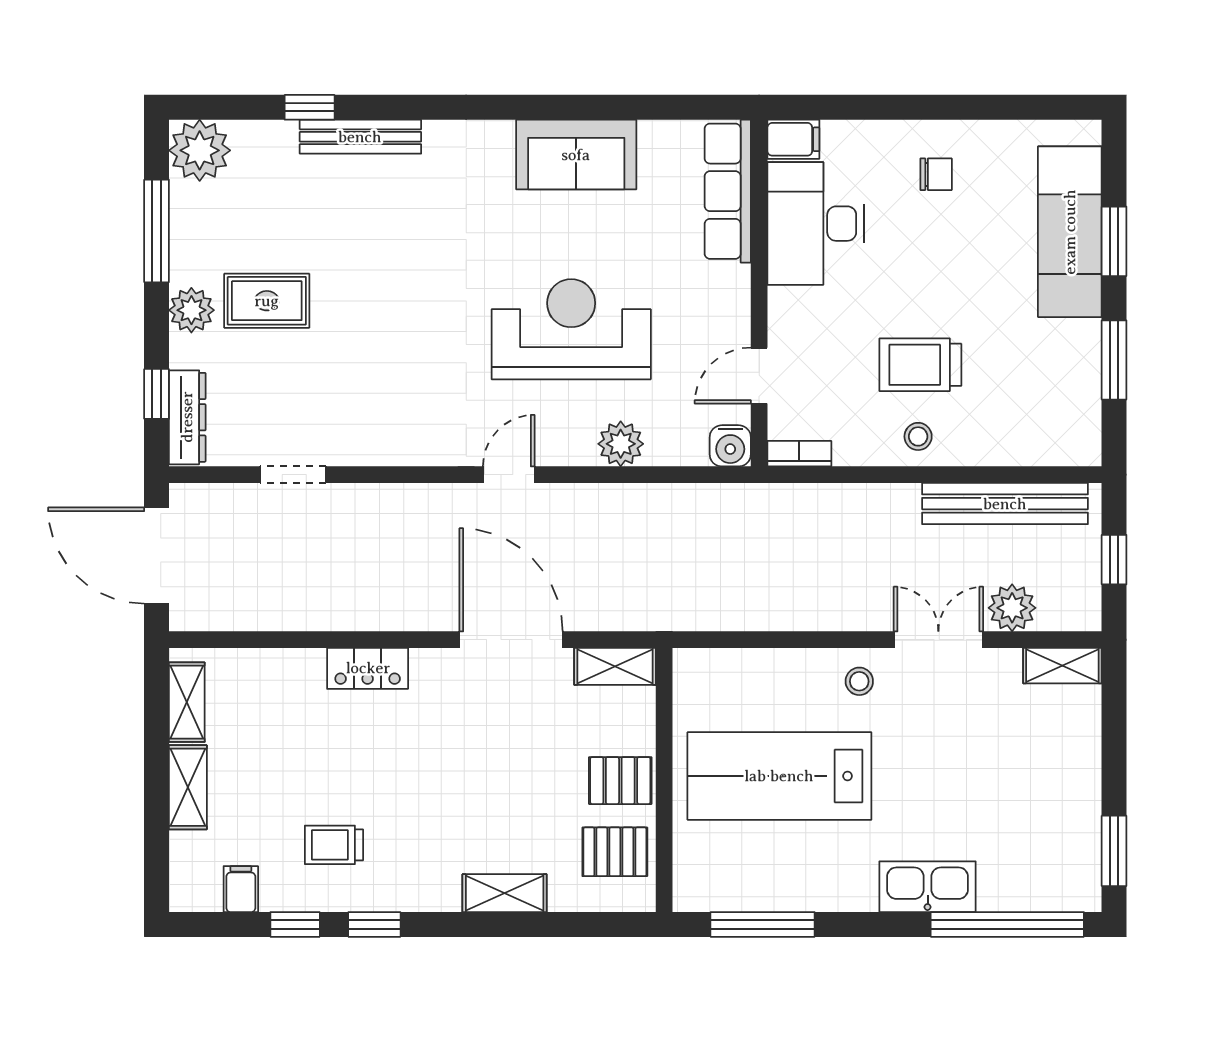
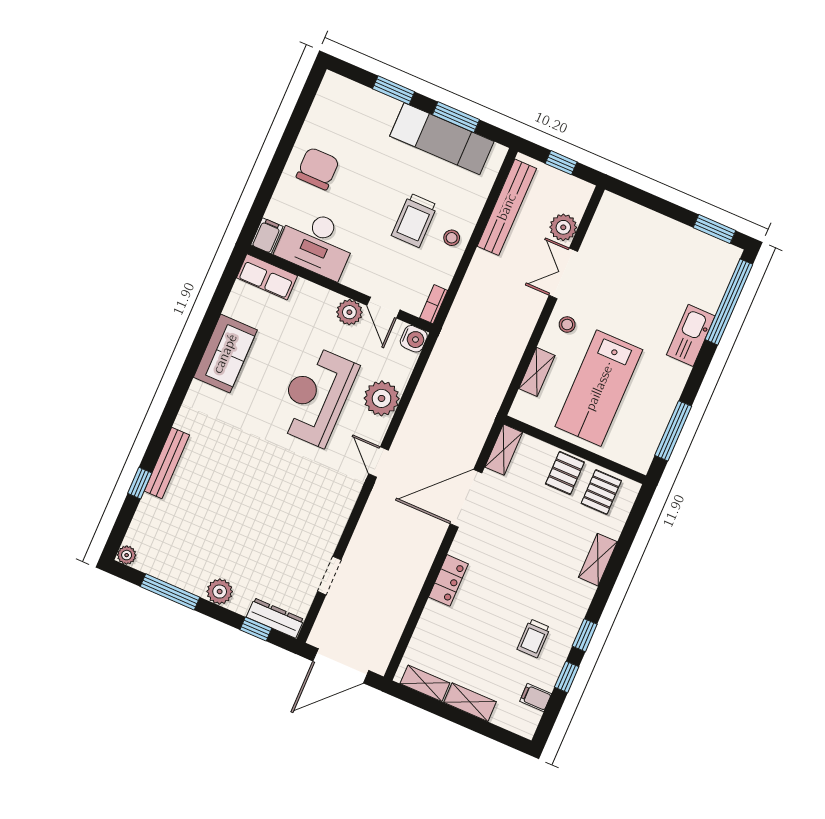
plant: (200, 150) -> (127, 555), width x0.53, depth x0.53
chair: (936, 174) -> (318, 169), width x1.87, depth x1.87
row of seats: (728, 191) -> (267, 277), width x0.68
exam couch: (1070, 232) -> (442, 139), moved
rug: (267, 301) -> (232, 550), removed
plant: (728, 324) -> (349, 312), added
plant: (621, 444) -> (382, 398), width x1.36, depth x1.36
shelving: (1062, 666) -> (537, 372), moved

